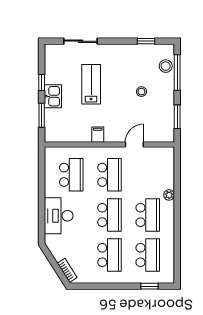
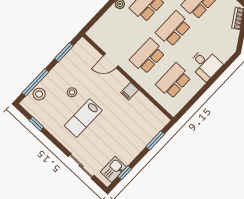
window: (42, 83) -> (125, 173), moved
lab bench: (91, 84) -> (83, 118), moved
kitchen sink: (53, 96) -> (113, 169), moved
desk: (59, 216) -> (205, 64), width x0.73

